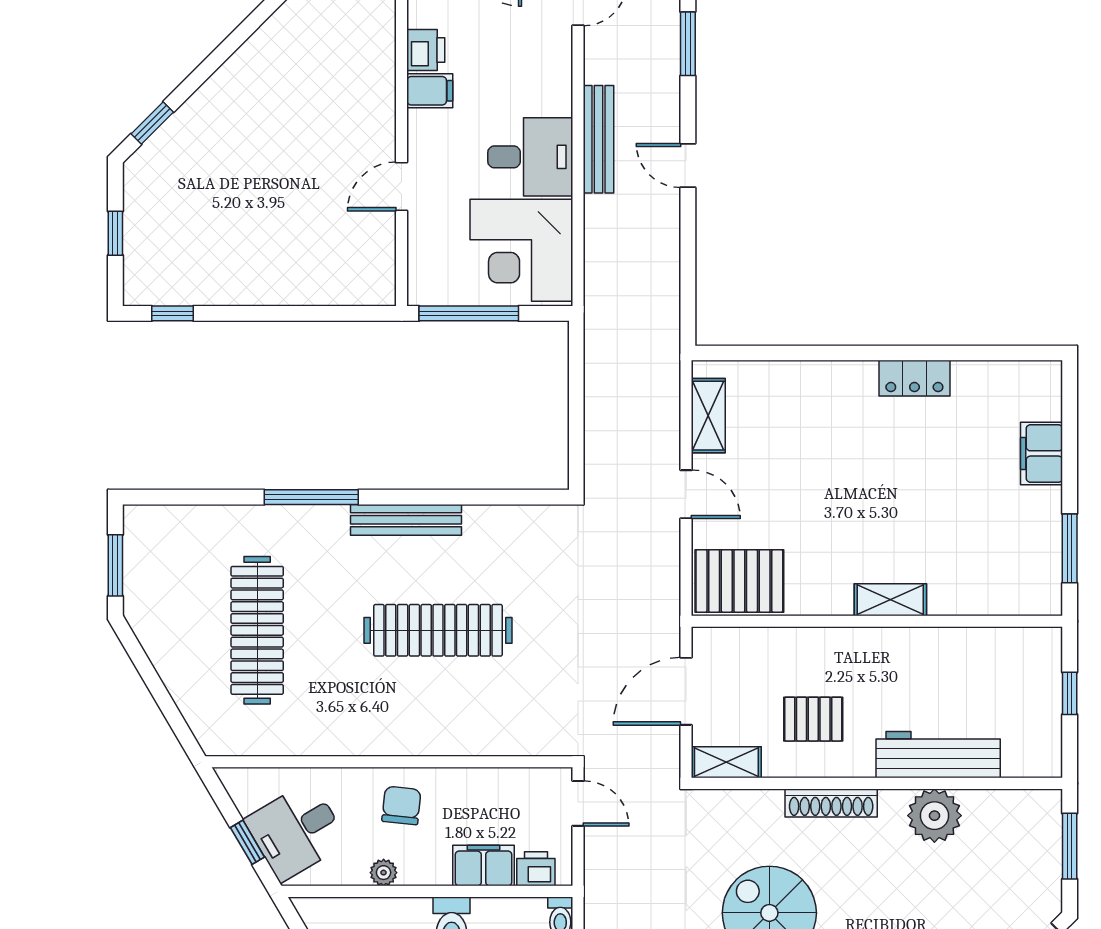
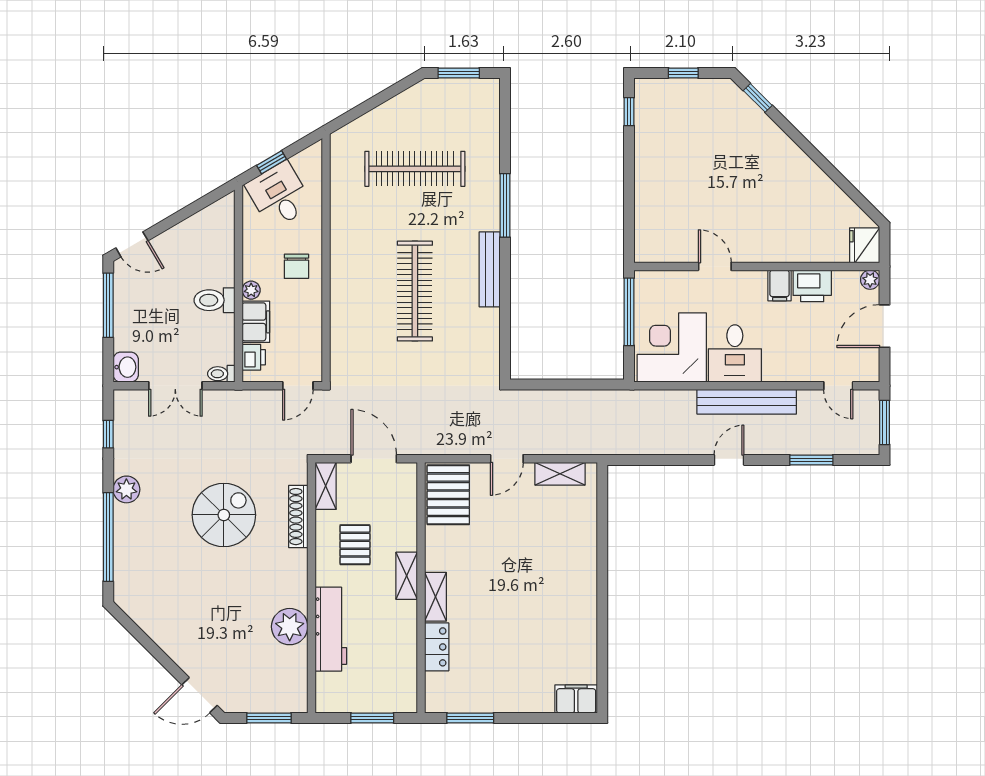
printer: (426, 50) -> (812, 286), width x1.36, depth x1.24
bench: (599, 139) -> (747, 402), width x1.37, depth x1.21
locker: (914, 378) -> (437, 647), moved, turned 180
filing cabinet: (1041, 453) -> (576, 699), moved
shelving: (859, 642) -> (407, 576), added
window: (1070, 693) -> (372, 718), width x1.50
shoe rack: (831, 803) -> (298, 517), moved
chair: (401, 805) -> (296, 266), turned 84
plant: (384, 873) -> (251, 290), moved

